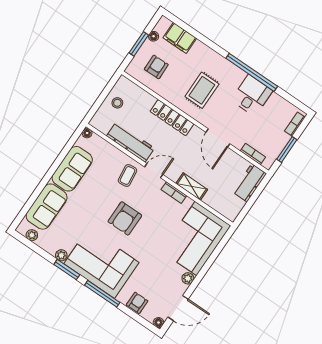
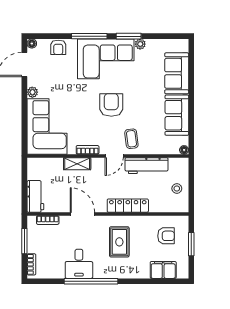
floor lamp: (154, 36) -> (184, 258), removed
armchair: (156, 67) -> (166, 236), turned -89
plant: (32, 235) -> (173, 44), removed

